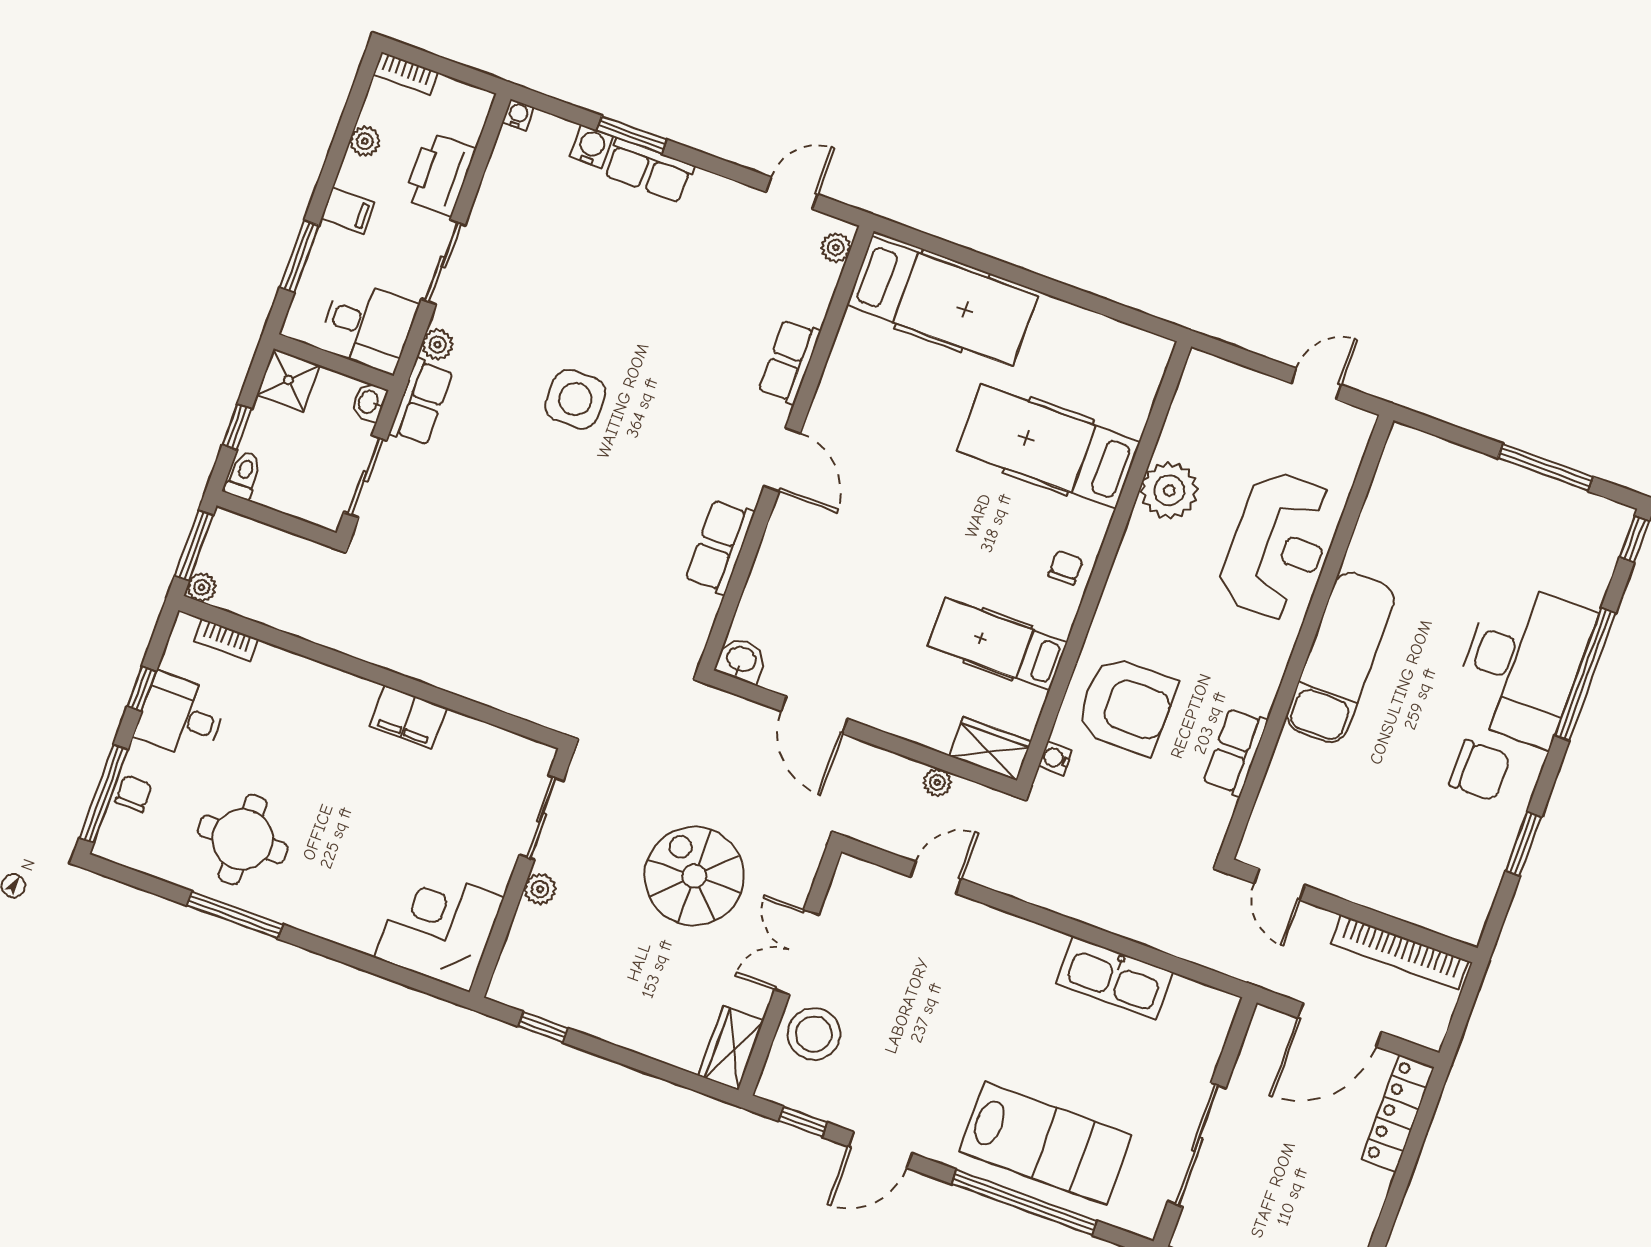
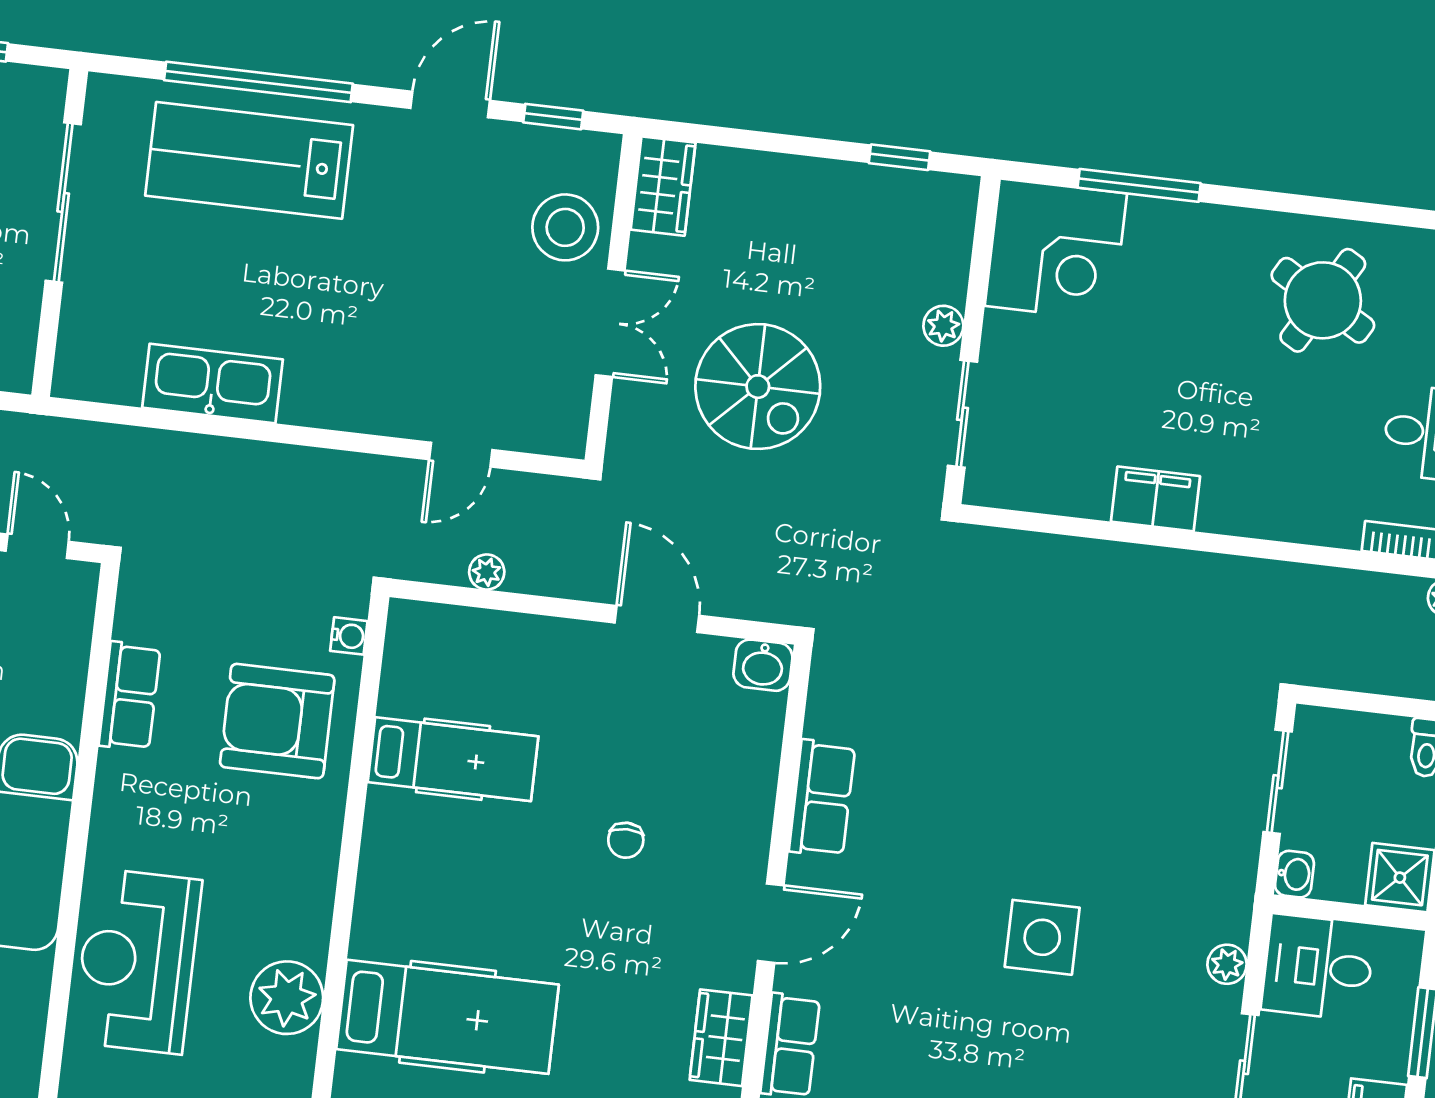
row of seats: (421, 402) -> (1231, 889), removed
door: (782, 460) -> (771, 923), swing flipped
chair: (1066, 568) -> (626, 840), moved
wardrobe: (990, 749) -> (721, 1038), moved, turned 90
round table: (243, 840) -> (1323, 300), turned 30
window: (235, 915) -> (1139, 185), moved

